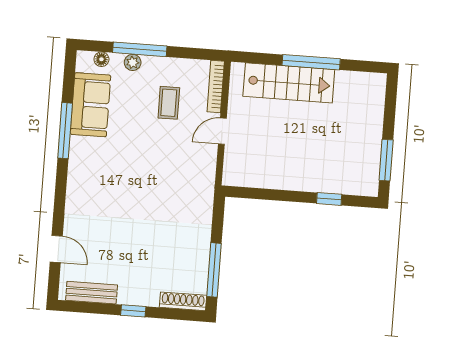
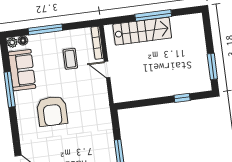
plant: (133, 62) -> (12, 42), moved
door: (222, 131) -> (107, 69), hinge flipped
armchair: (124, 178) -> (52, 111), added

